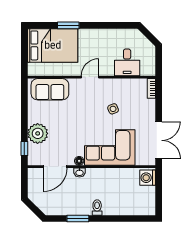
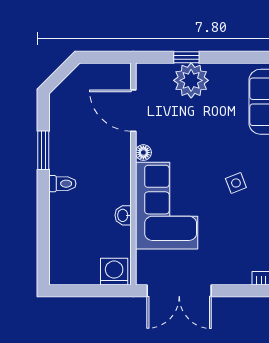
side table: (113, 109) -> (236, 183), moved
window: (24, 148) -> (186, 57), moved
washbasin: (79, 173) -> (123, 215), moved

